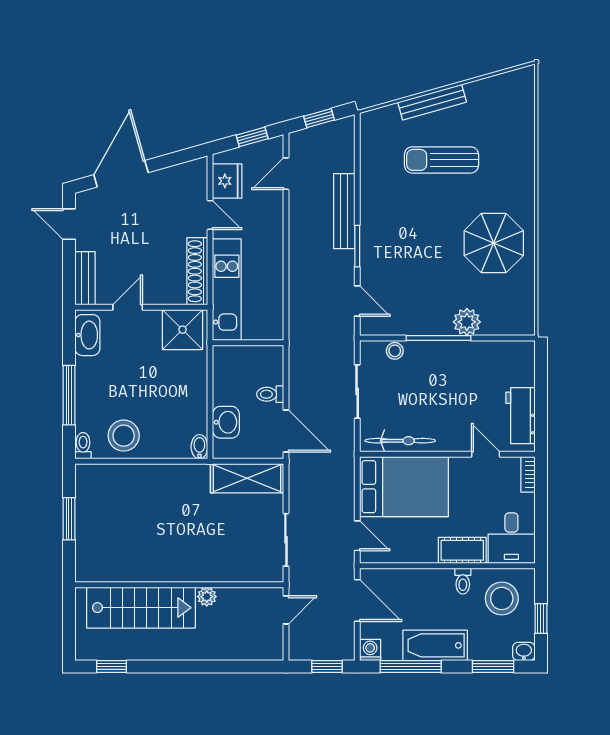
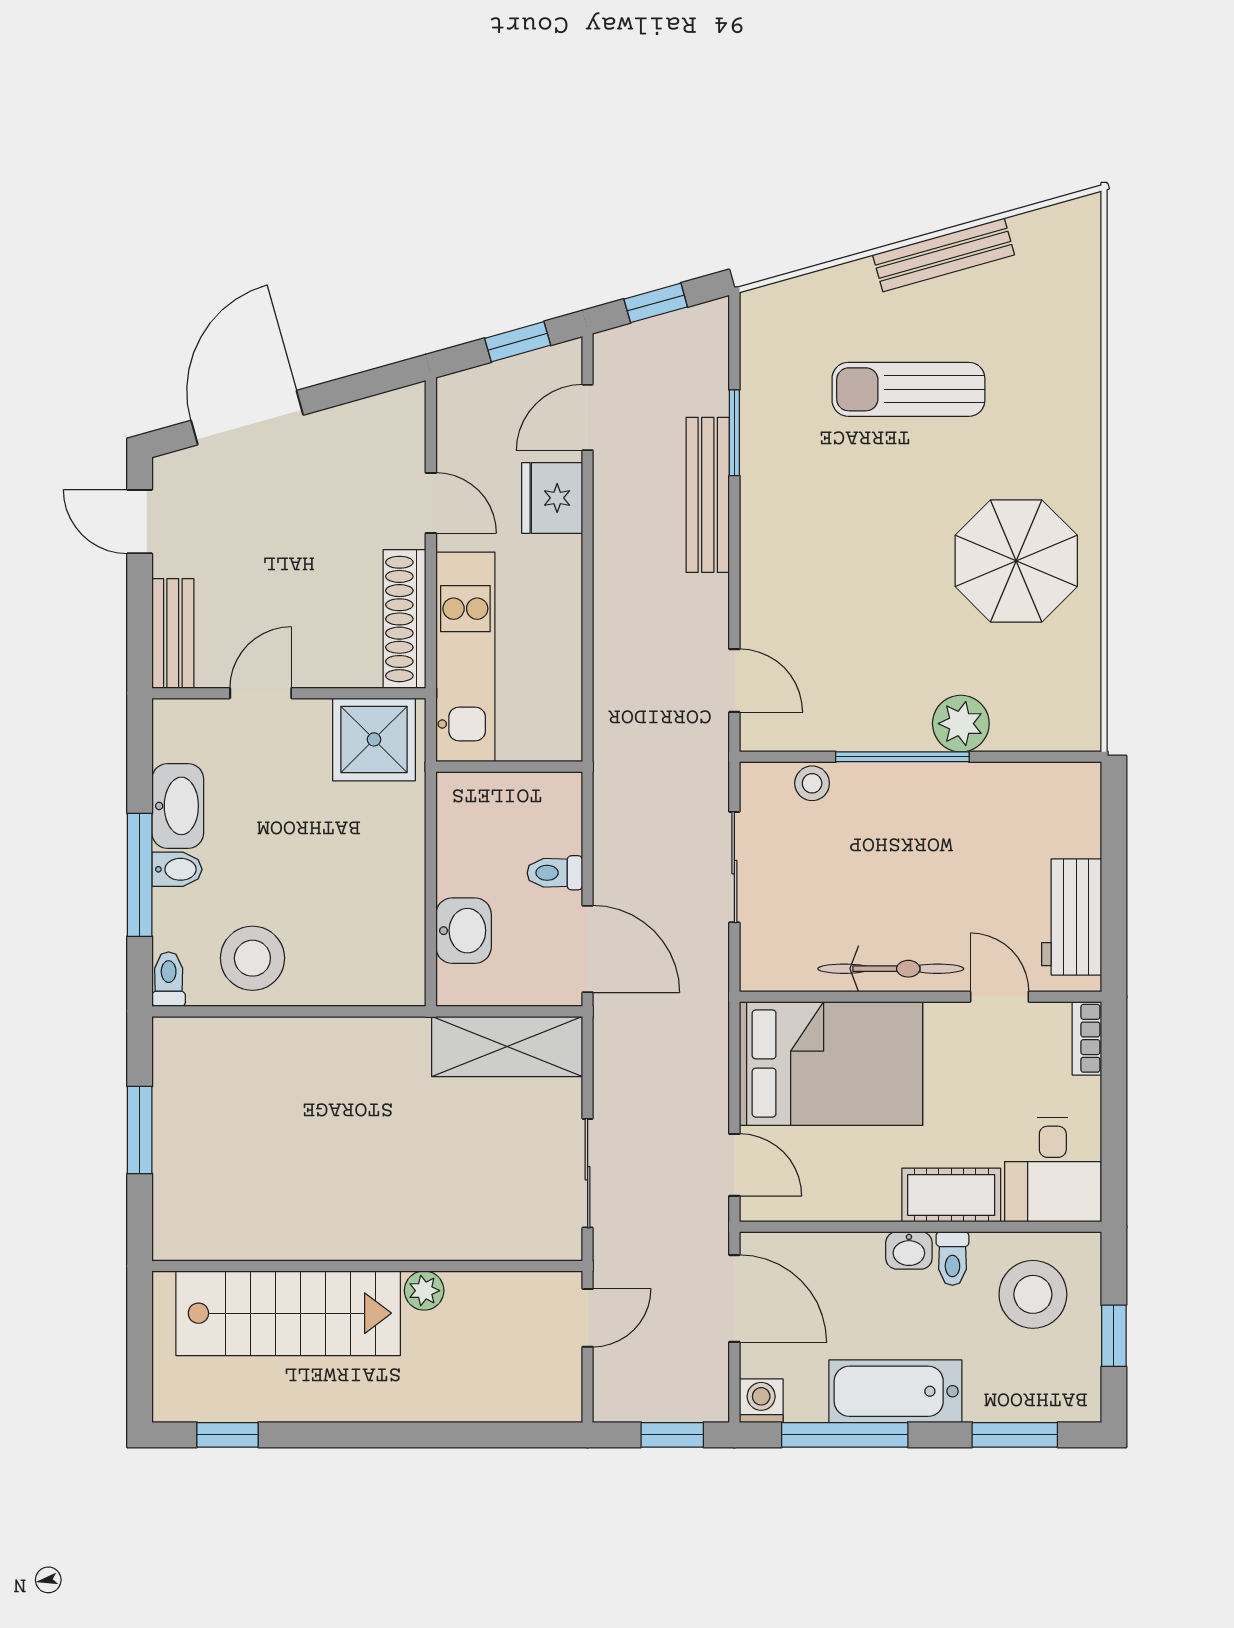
bench: (432, 102) -> (944, 255), moved
fridge: (227, 181) -> (552, 498), moved, turned 180
window: (357, 246) -> (734, 433), moved
washbasin: (87, 335) -> (178, 806), moved
bicycle: (400, 441) -> (891, 969), moved
bidet: (199, 447) -> (177, 869), moved, turned 90
washbasin: (524, 652) -> (909, 1250), moved, turned 180

